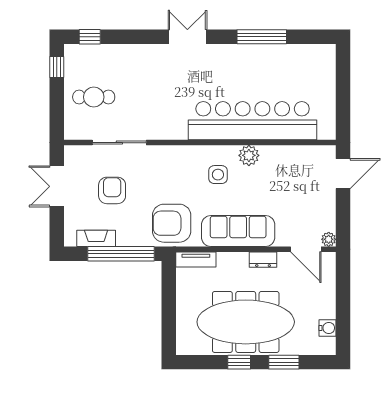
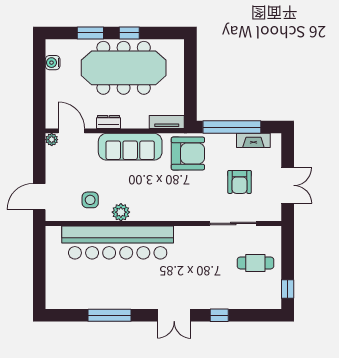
window: (90, 37) -> (219, 315), moved
side table: (218, 175) -> (90, 200), moved

